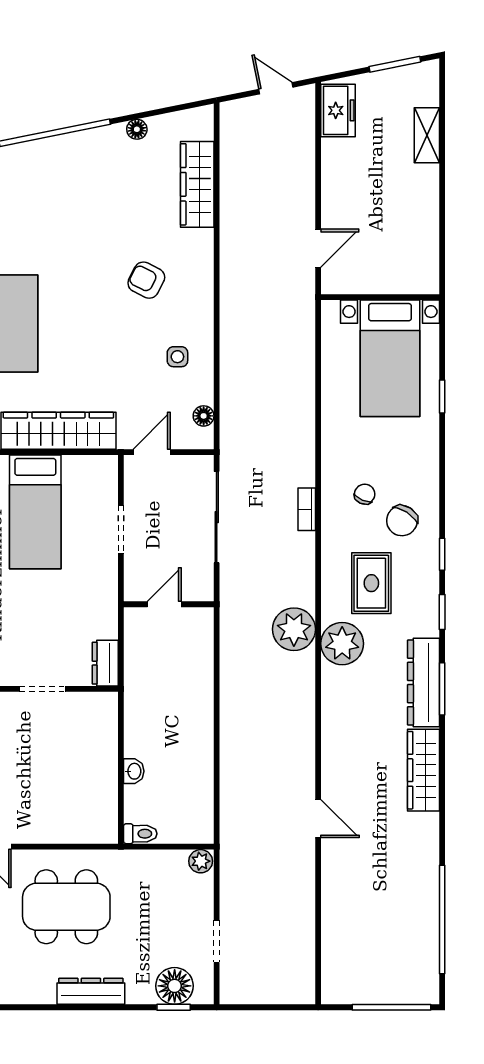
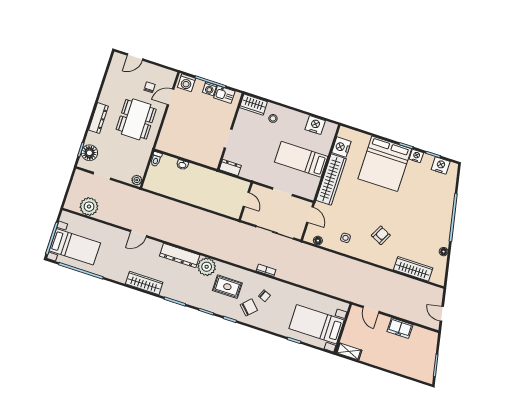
door: (276, 88) -> (442, 314), swing flipped
freezer: (338, 110) -> (400, 328), moved
shelving: (427, 135) -> (349, 351), moved
chair: (402, 521) -> (249, 307), turned 102
plant: (294, 629) -> (89, 207), moved
dresser: (423, 682) -> (180, 256), moved, turned 180
bed with nightstands: (394, 950) -> (75, 247), added

